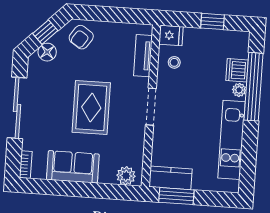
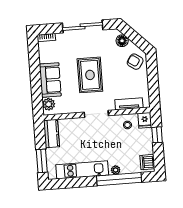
window: (212, 21) -> (157, 135), moved
window: (45, 32) -> (135, 38), removed
dishwasher: (237, 70) -> (147, 162), moved, turned -90
rug: (91, 108) -> (90, 75), turned 90
sofa: (73, 167) -> (50, 80), moved
window: (176, 196) -> (42, 161), moved

